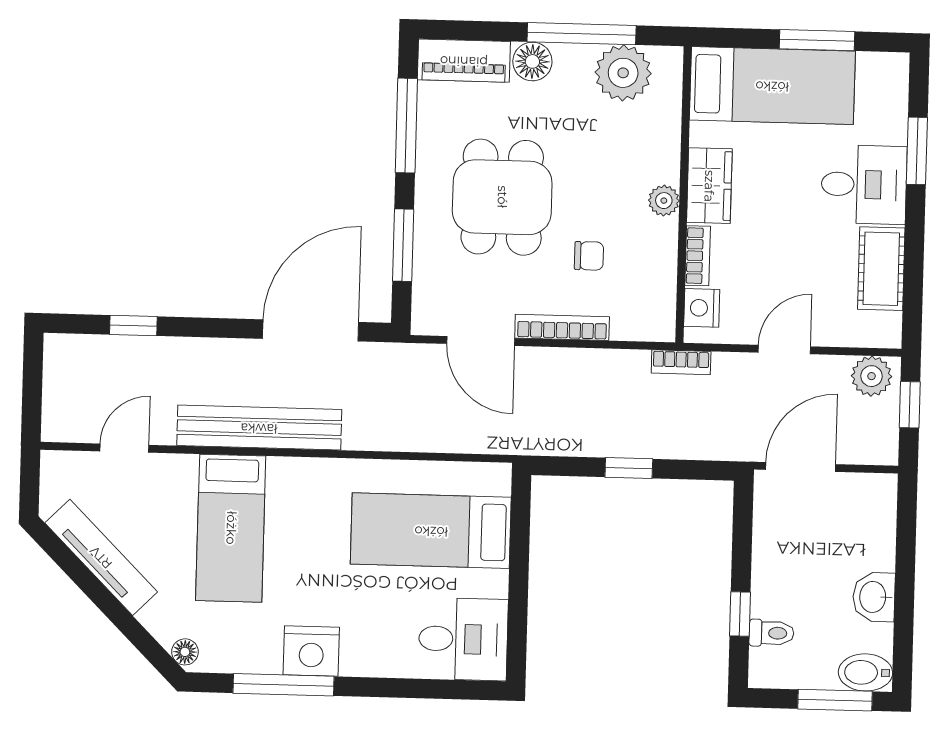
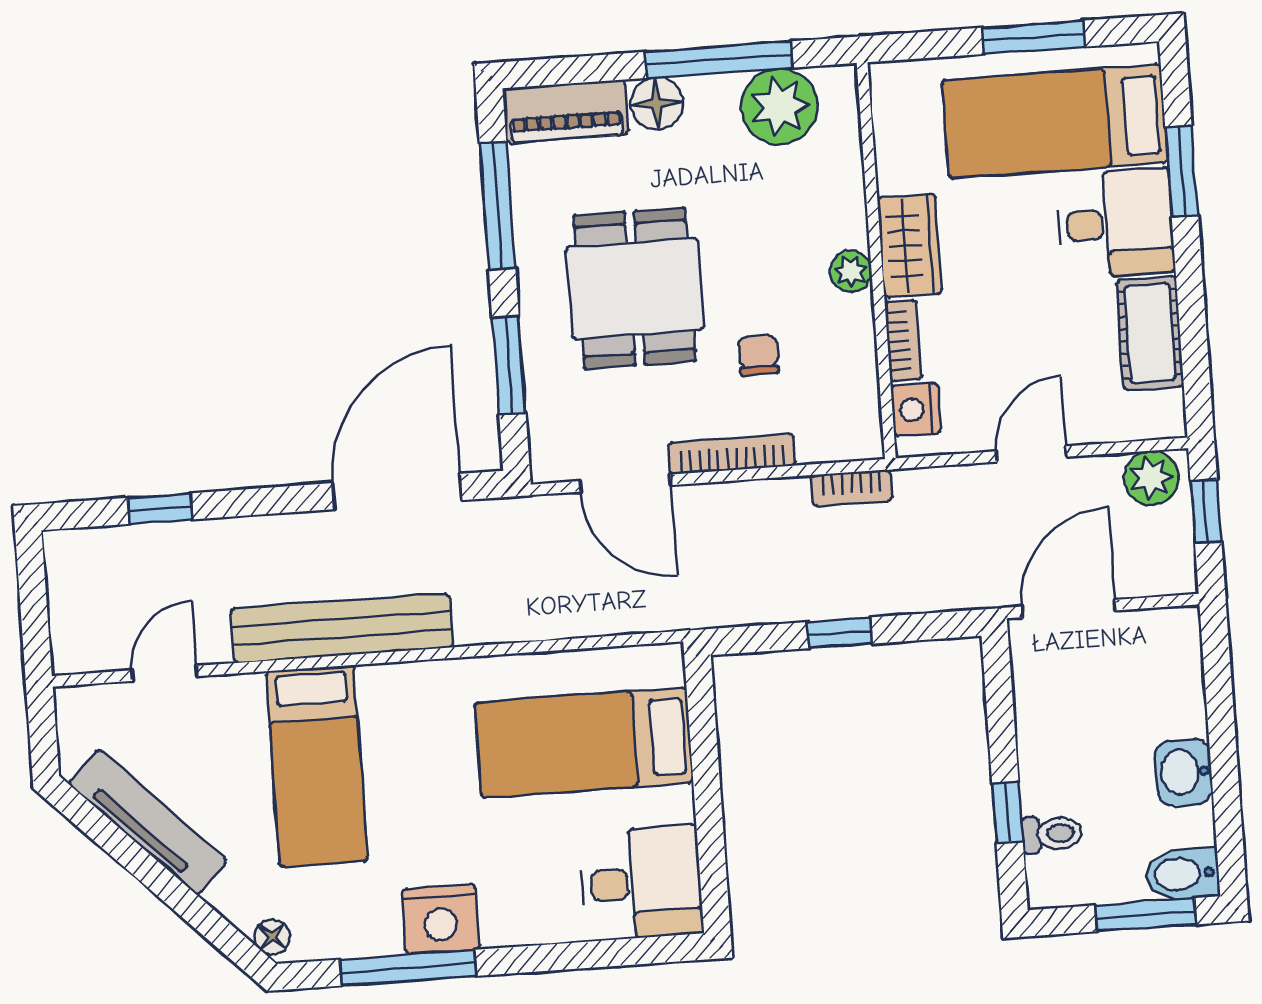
bed: (772, 86) -> (1055, 121), moved, turned 180
chair: (589, 256) -> (758, 355), turned -90
bookcase: (681, 362) -> (852, 488), moved

